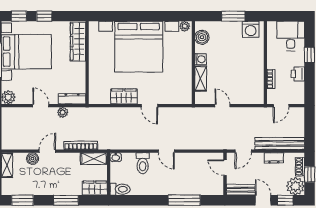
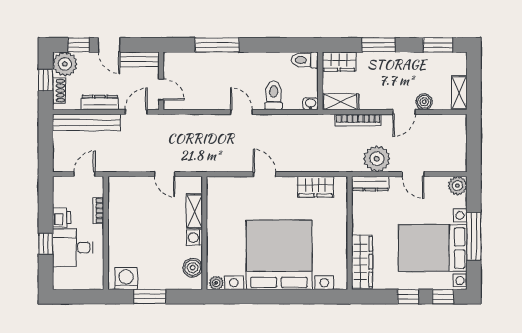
desk: (291, 36) -> (73, 247), moved, turned 90
wardrobe: (124, 96) -> (315, 187), moved
plant: (63, 112) -> (377, 159), width x1.88, depth x1.88
dresser: (274, 158) -> (100, 103), width x1.44

